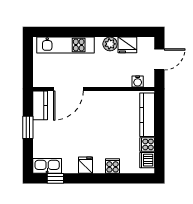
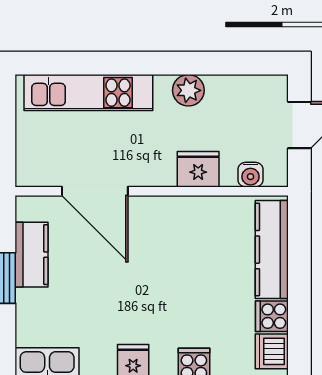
fridge: (127, 45) -> (198, 169), moved, turned 180
door: (68, 89) -> (95, 191), hinge flipped
kitchen counter: (40, 105) -> (31, 255), moved

